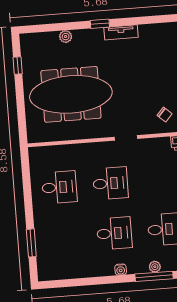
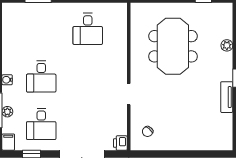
meeting table: (71, 94) -> (173, 46), width x0.73
desk: (110, 183) -> (88, 76), removed

